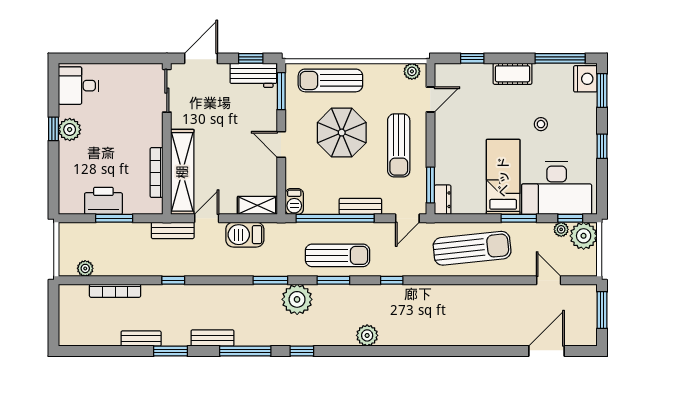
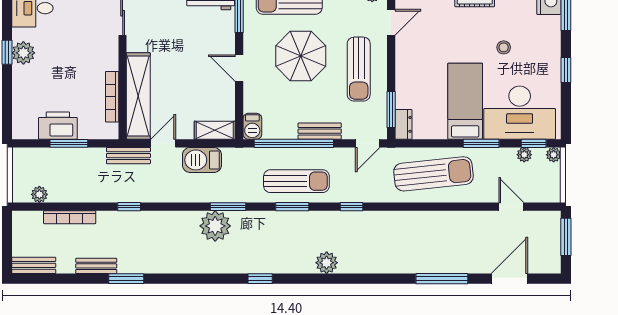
plant: (584, 236) -> (554, 155), width x0.53, depth x0.53
plant: (297, 299) -> (215, 226), moved
bench: (212, 338) -> (34, 265), moved
window: (245, 351) -> (442, 279), moved

